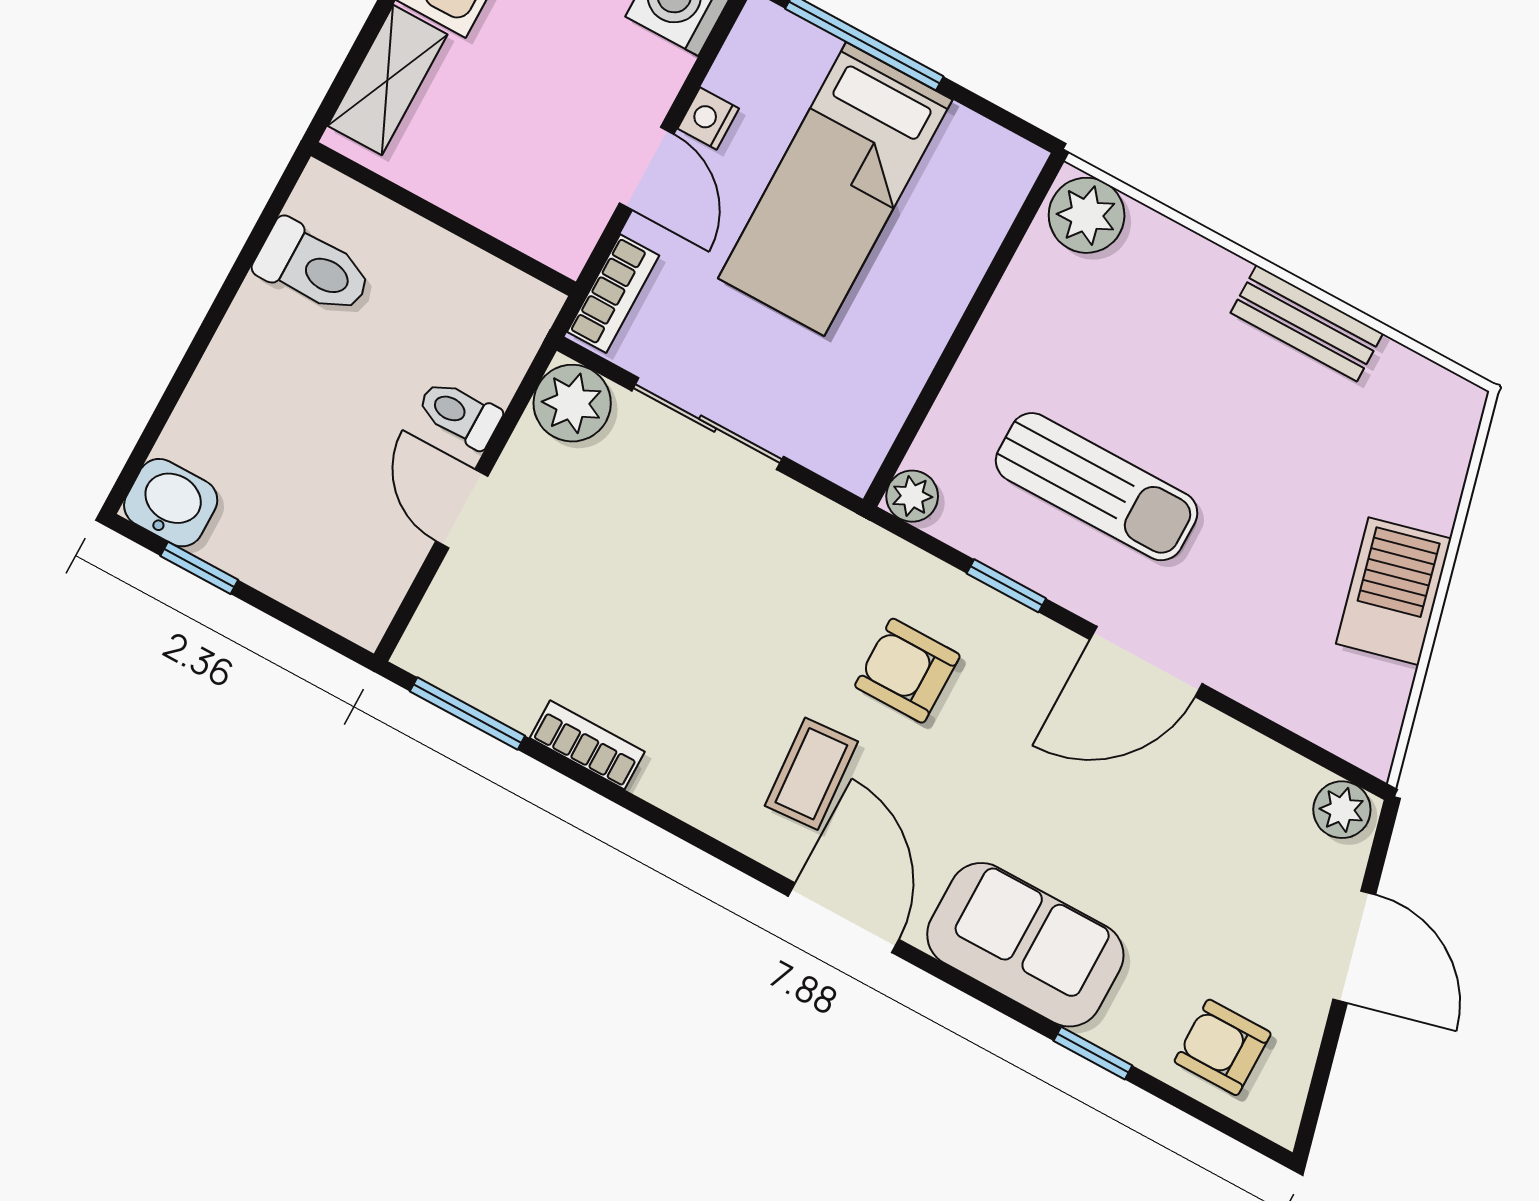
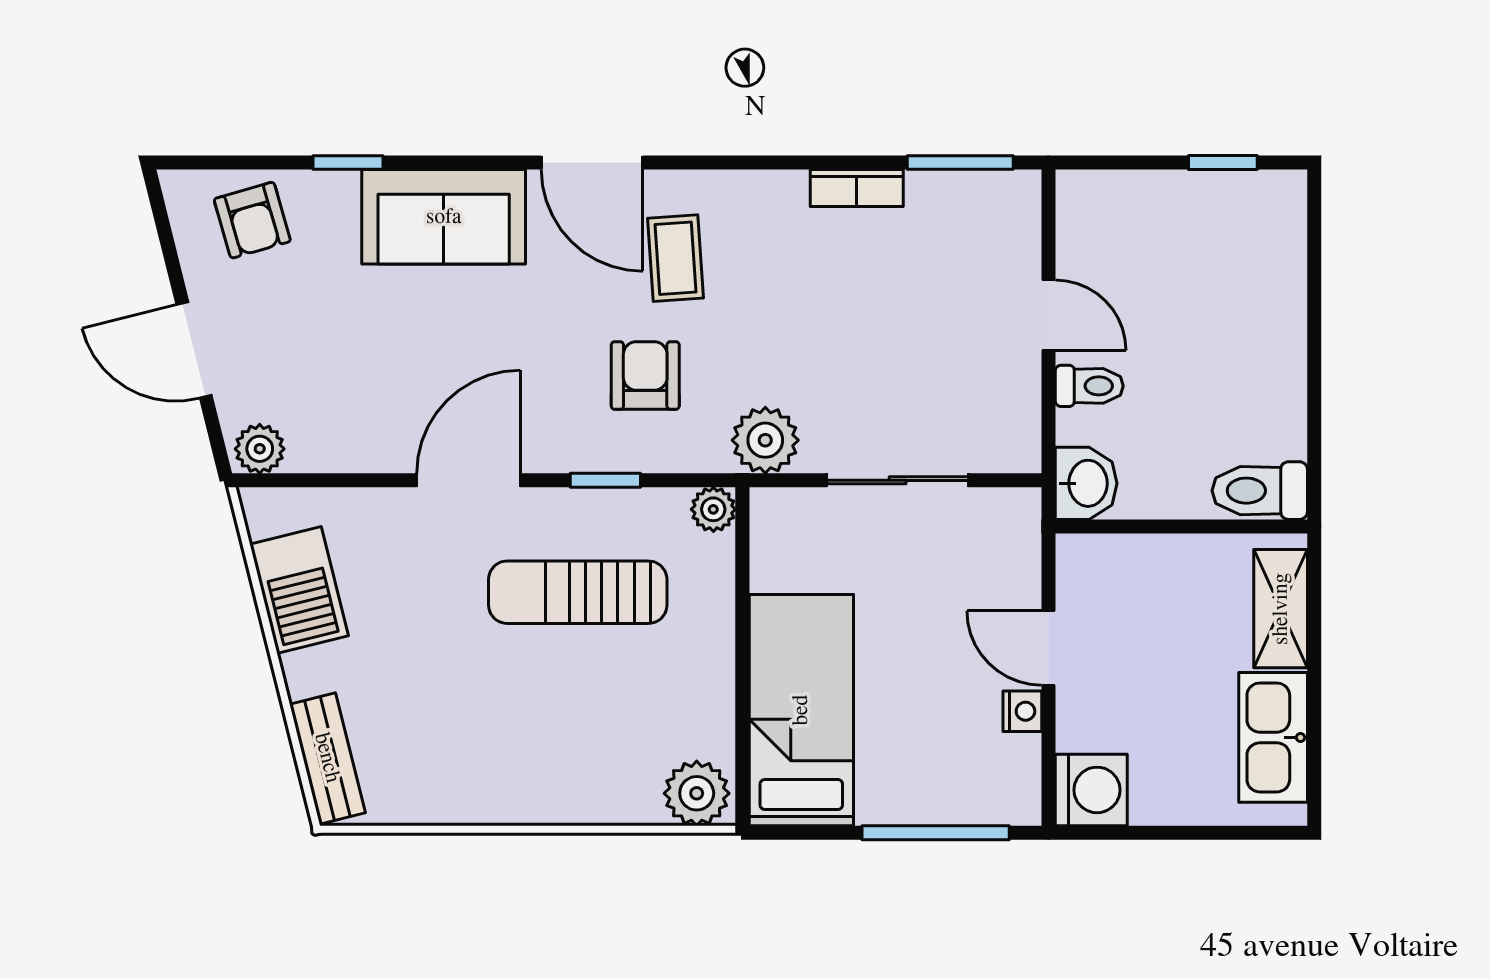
bed: (835, 189) -> (801, 710), moved
toilet: (313, 268) -> (1260, 491), moved
bookcase: (613, 294) -> (1022, 540), removed
bench: (1307, 323) -> (327, 758), moved, turned 76
plant: (572, 403) -> (765, 440), moved
washbasin: (171, 503) -> (1086, 483), moved, turned -90
barbecue: (1394, 591) -> (299, 590), moved
armchair: (907, 671) -> (645, 375), turned -90
armchair: (1223, 1047) -> (252, 220), turned 74

